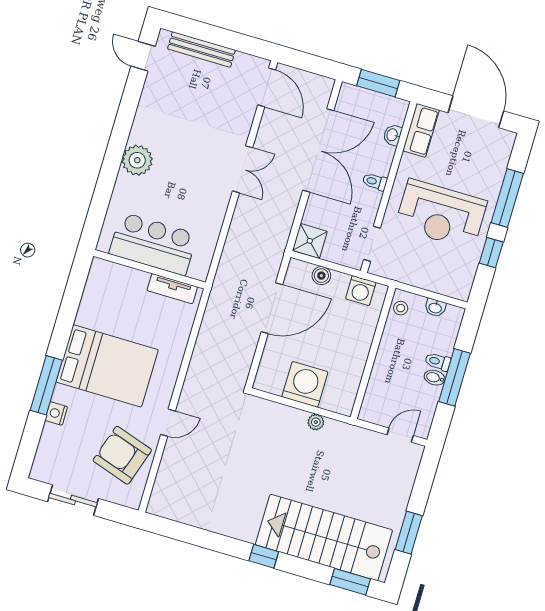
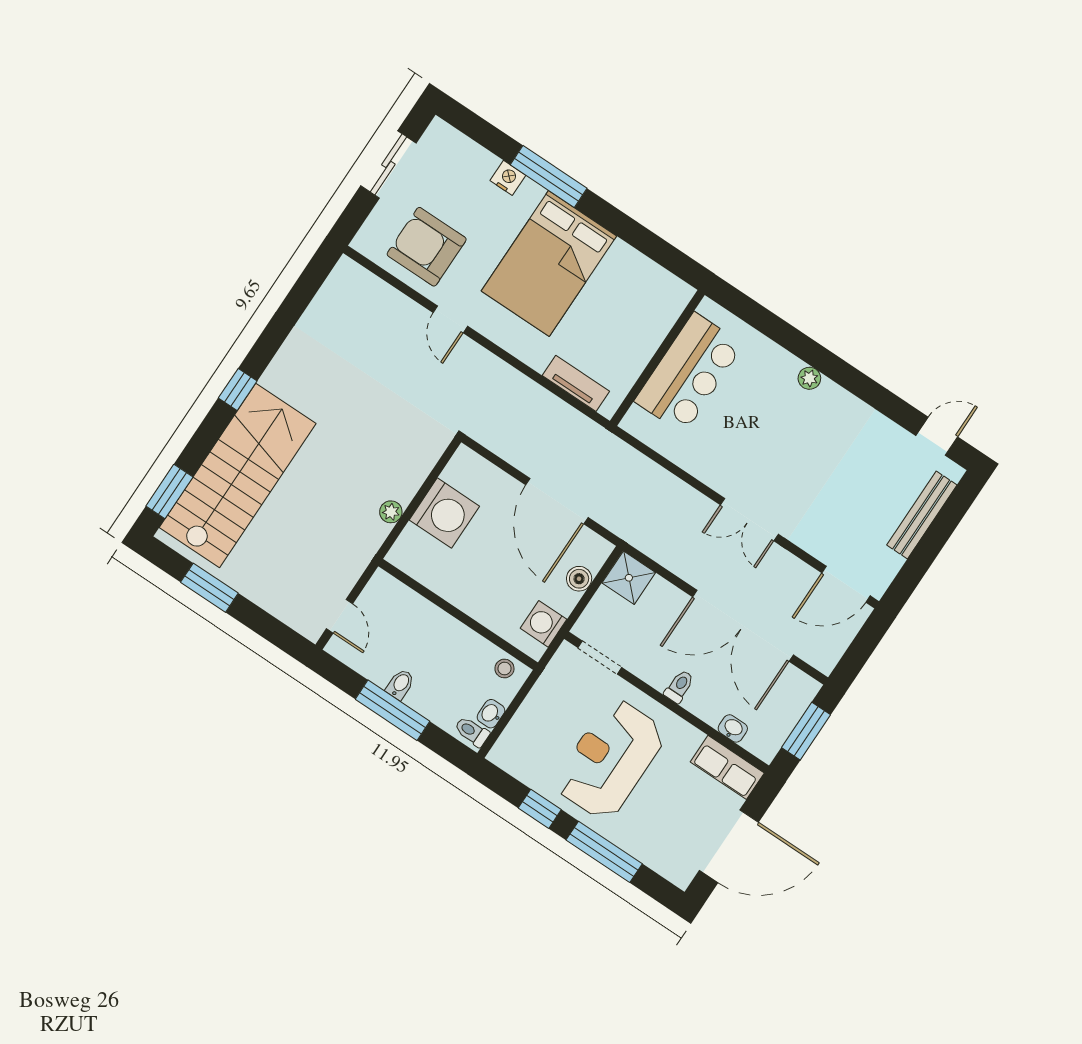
plant: (137, 160) -> (809, 378), width x0.53, depth x0.53
tv unit: (172, 289) -> (576, 383), moved, turned 90
toilet: (438, 362) -> (472, 732), moved, turned -90
armchair: (122, 455) -> (427, 247), turned -108

